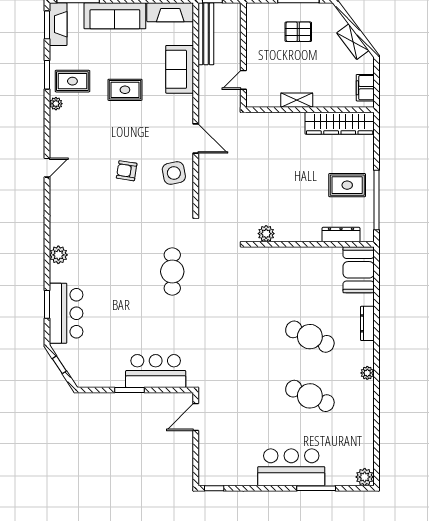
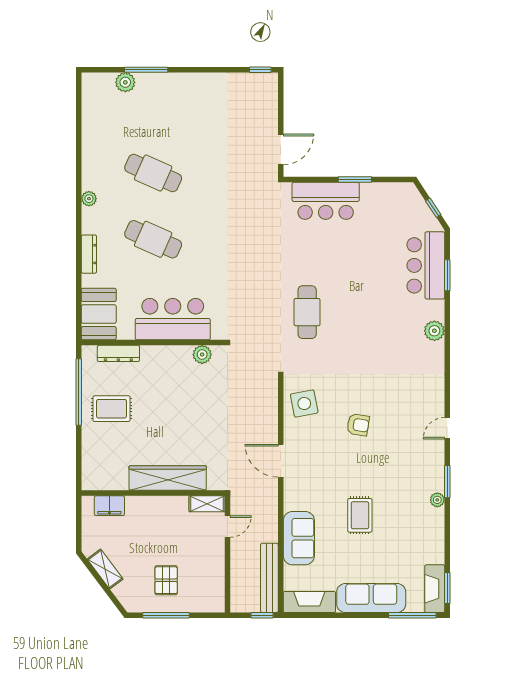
pallet: (298, 32) -> (166, 580), turned 90
window: (47, 75) -> (447, 482), moved
rug: (72, 81) -> (419, 525), removed
filing cabinet: (365, 88) -> (109, 506), moved, turned 90
rug: (125, 90) -> (360, 515), turned 90
shelving: (297, 100) -> (207, 504), moved
wardrobe: (340, 123) -> (168, 478), moved
side table: (174, 173) -> (304, 403), moved
bar counter: (291, 467) -> (173, 319), moved, turned 180
plant: (365, 477) -> (125, 82), moved

